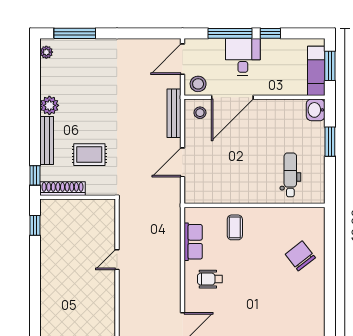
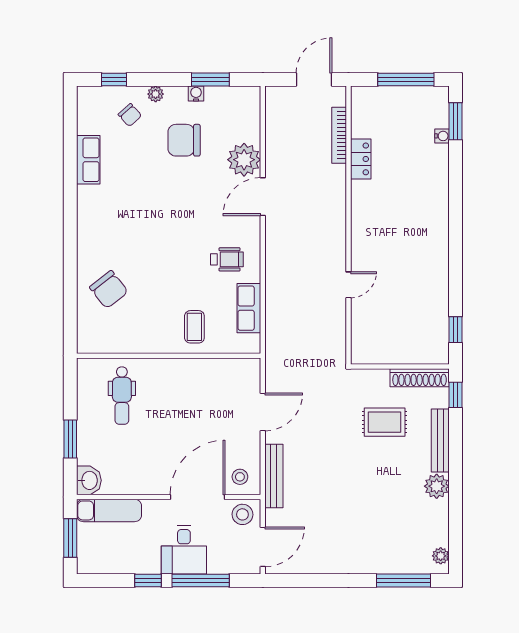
exam couch: (316, 71) -> (109, 510), moved, turned 90

